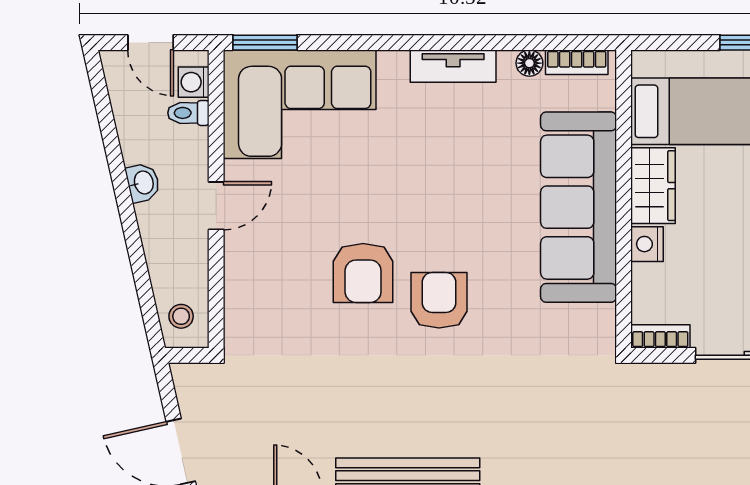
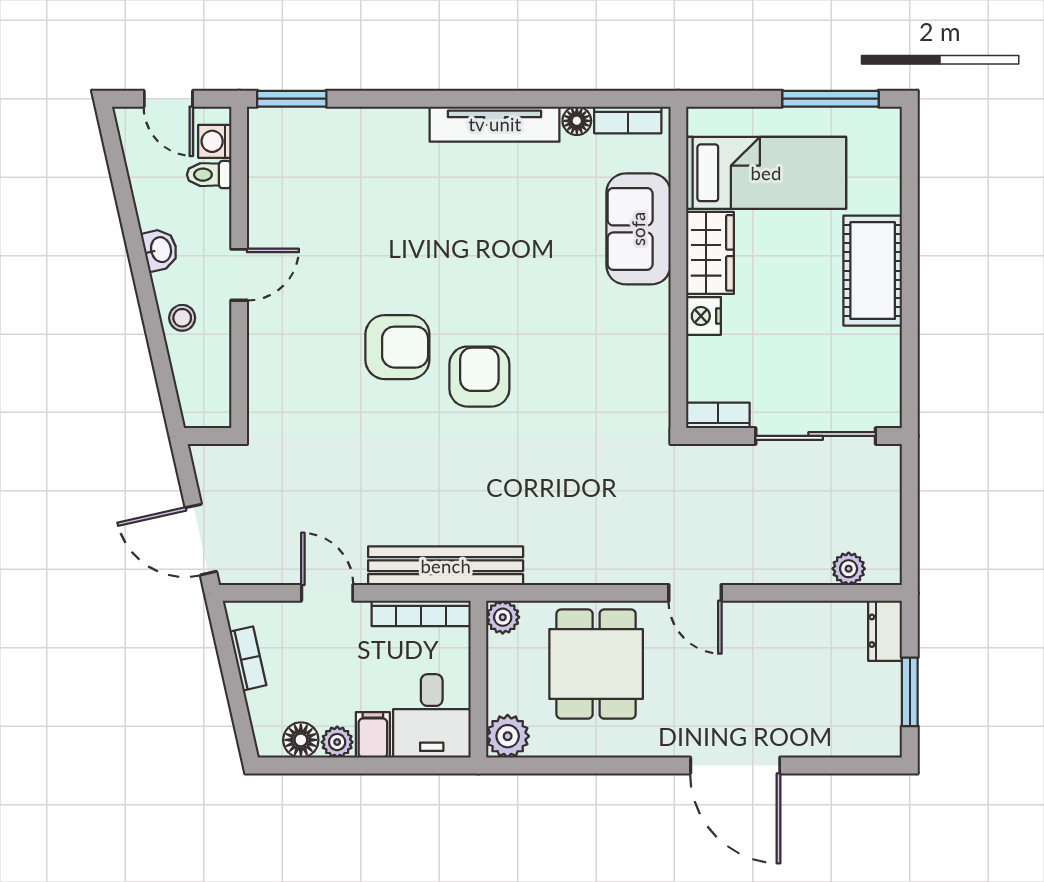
tv unit: (453, 66) -> (495, 124), width x1.41
corner sofa: (300, 104) -> (329, 165), removed
sofa: (579, 207) -> (638, 229), width x0.54, depth x0.79
armchair: (363, 273) -> (397, 347), turned -90
stool: (181, 316) -> (182, 318), moved

